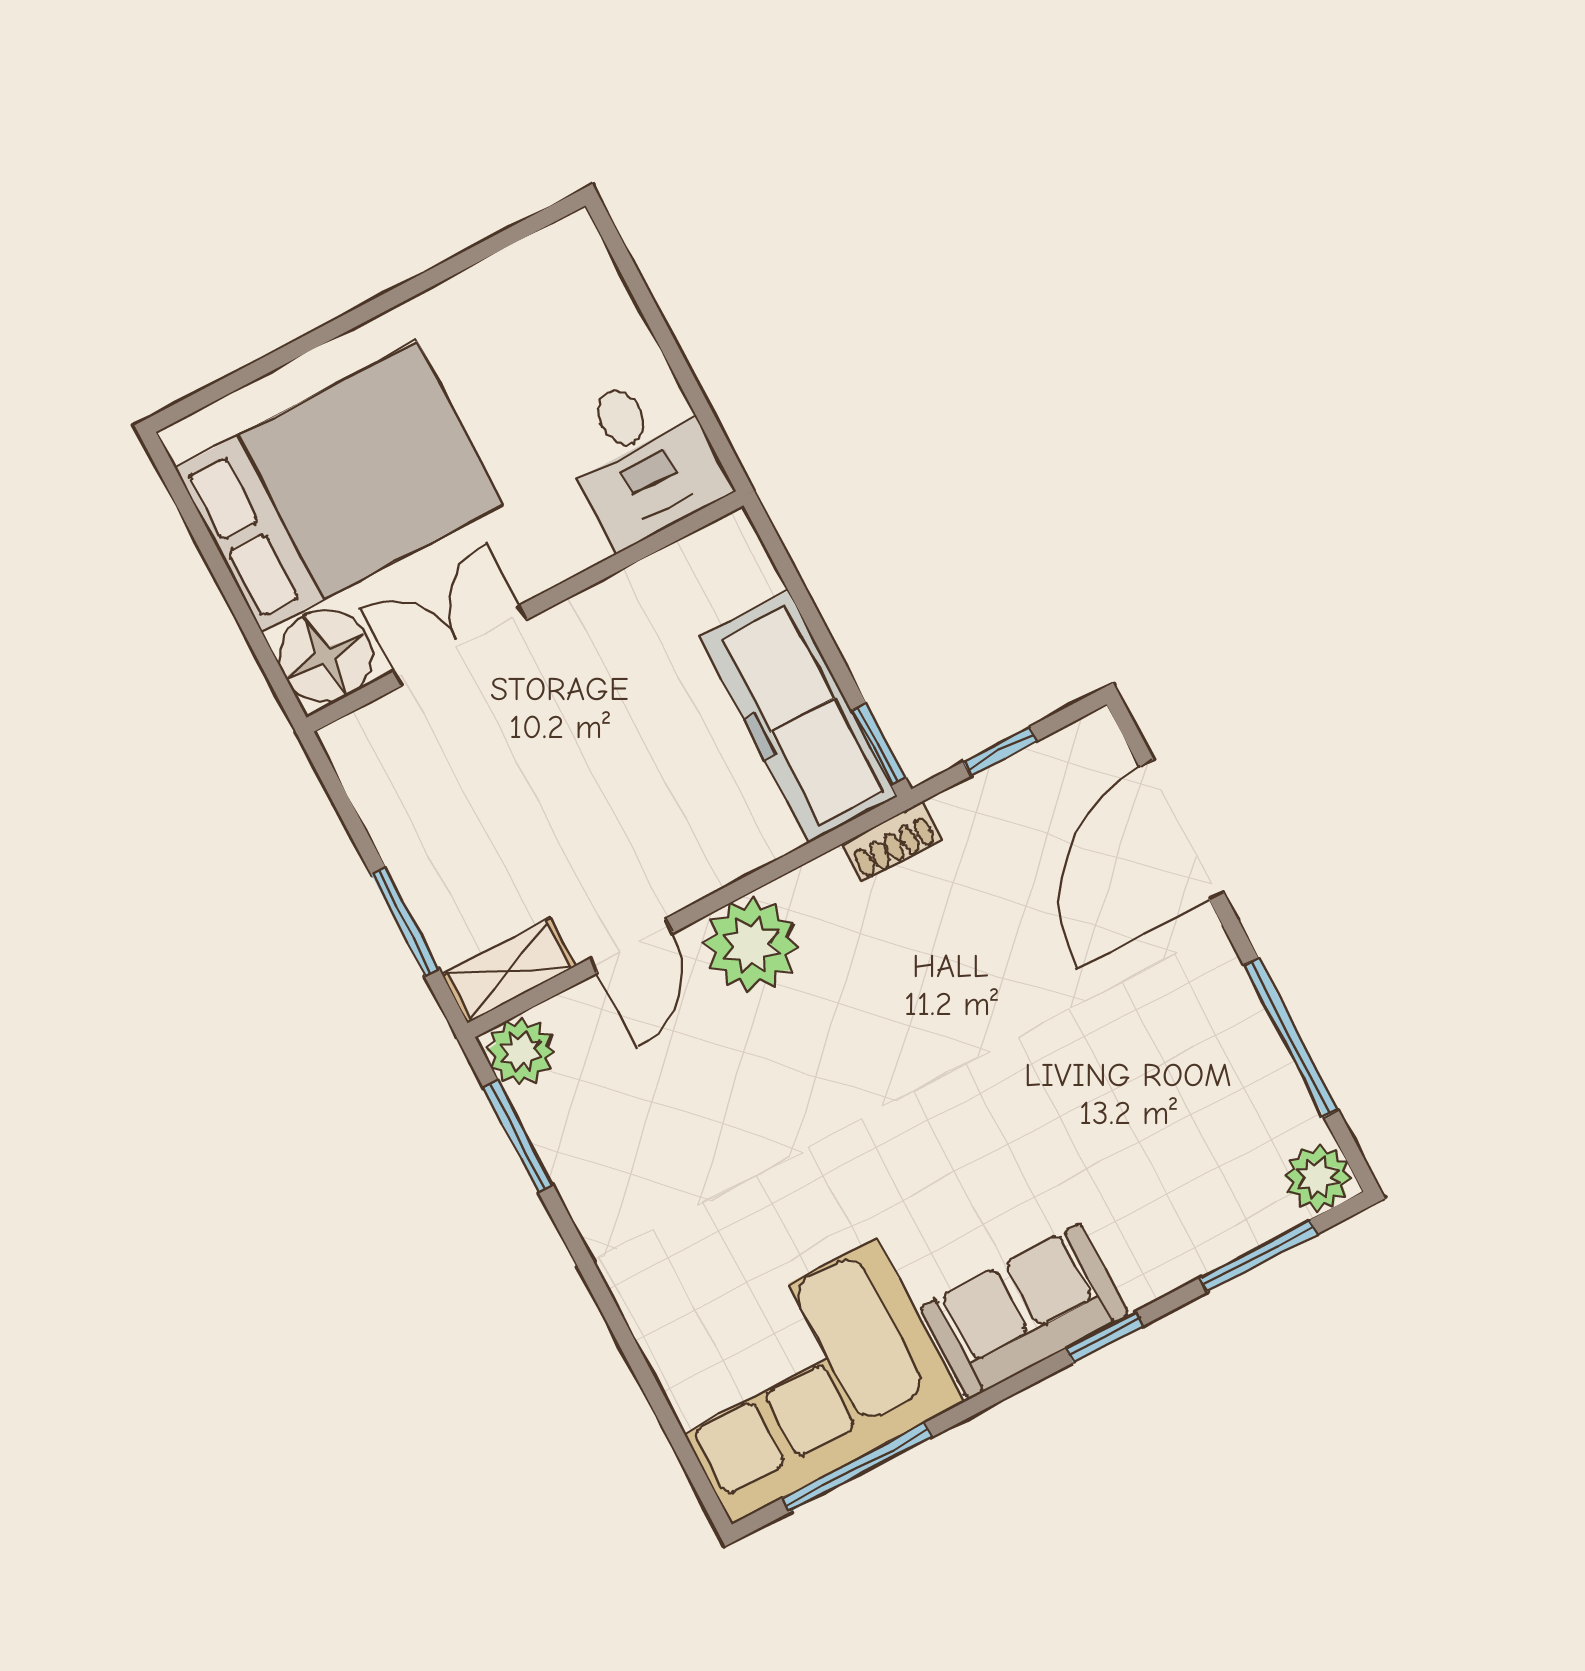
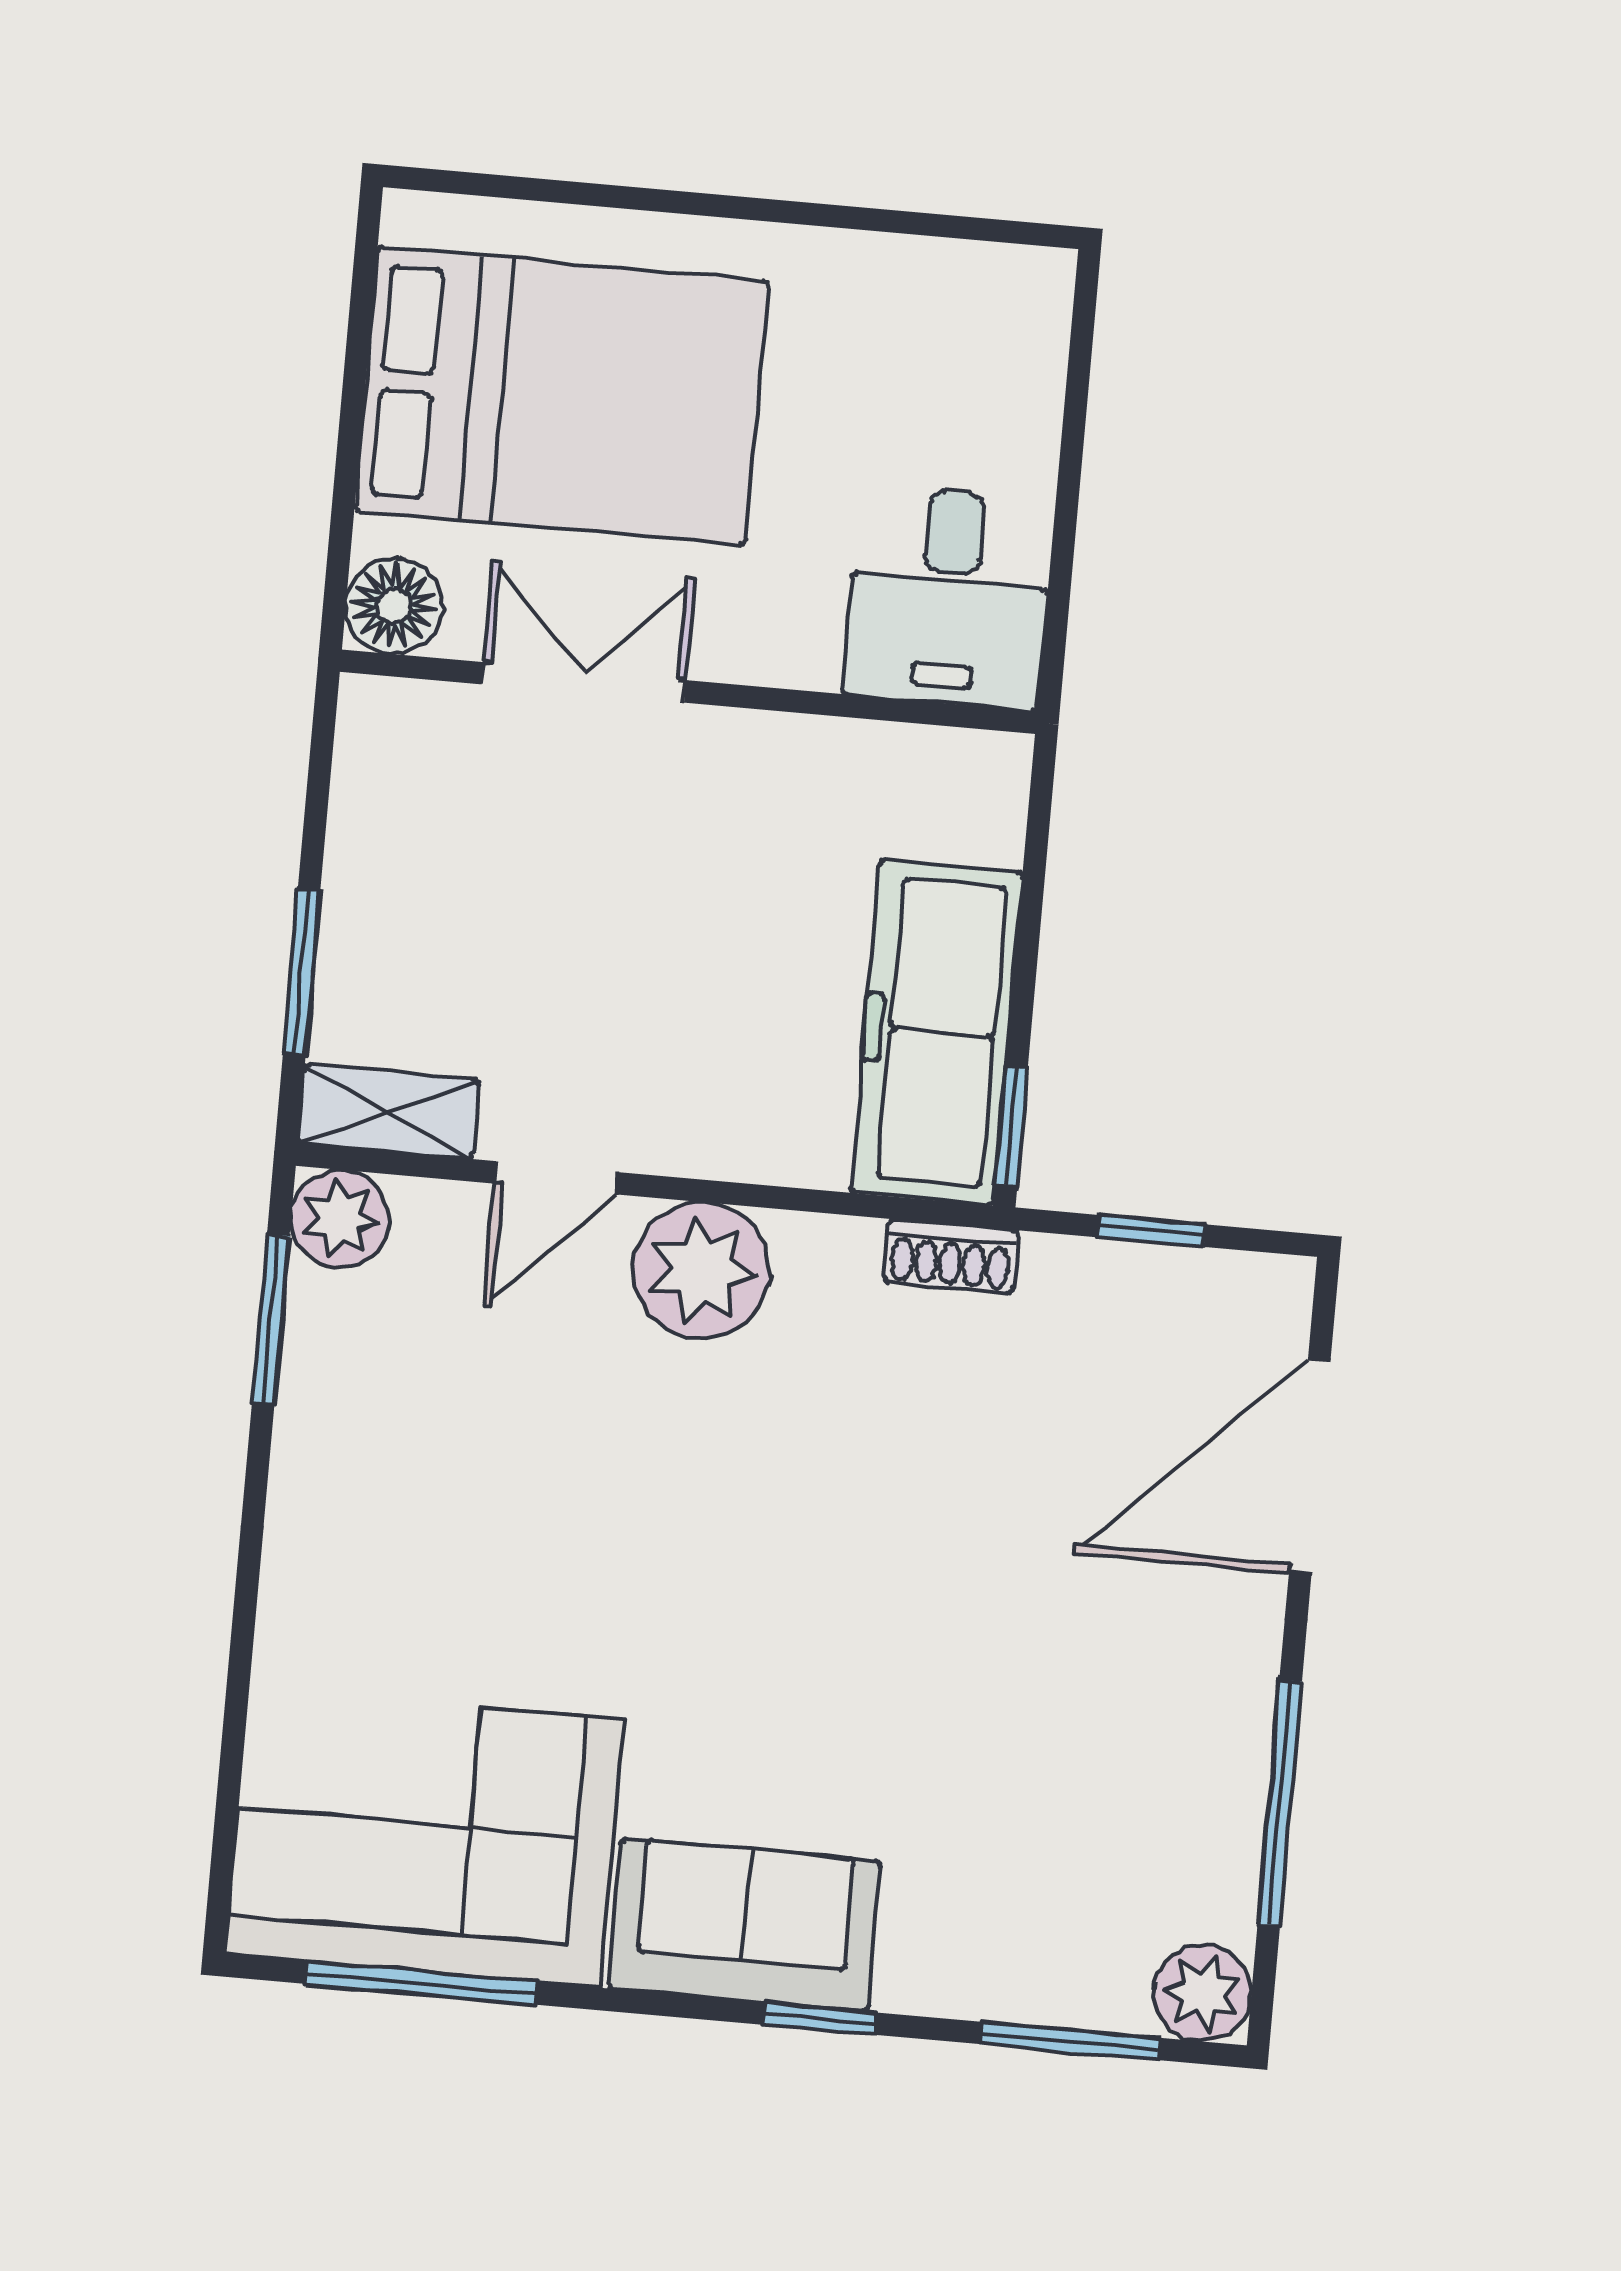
floor lamp: (326, 656) -> (394, 606), width x0.73, depth x0.73

